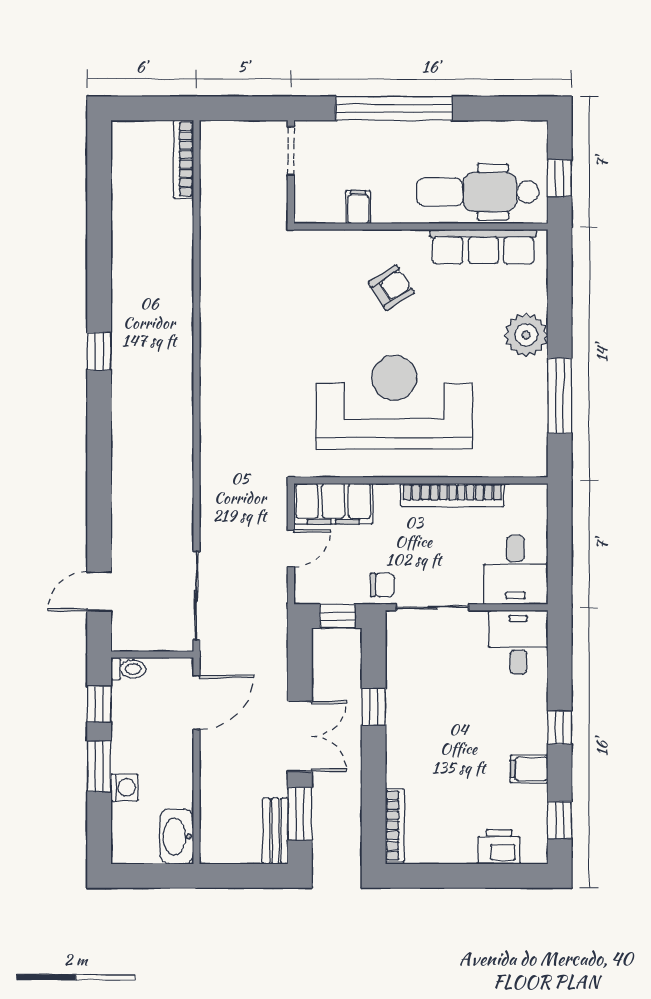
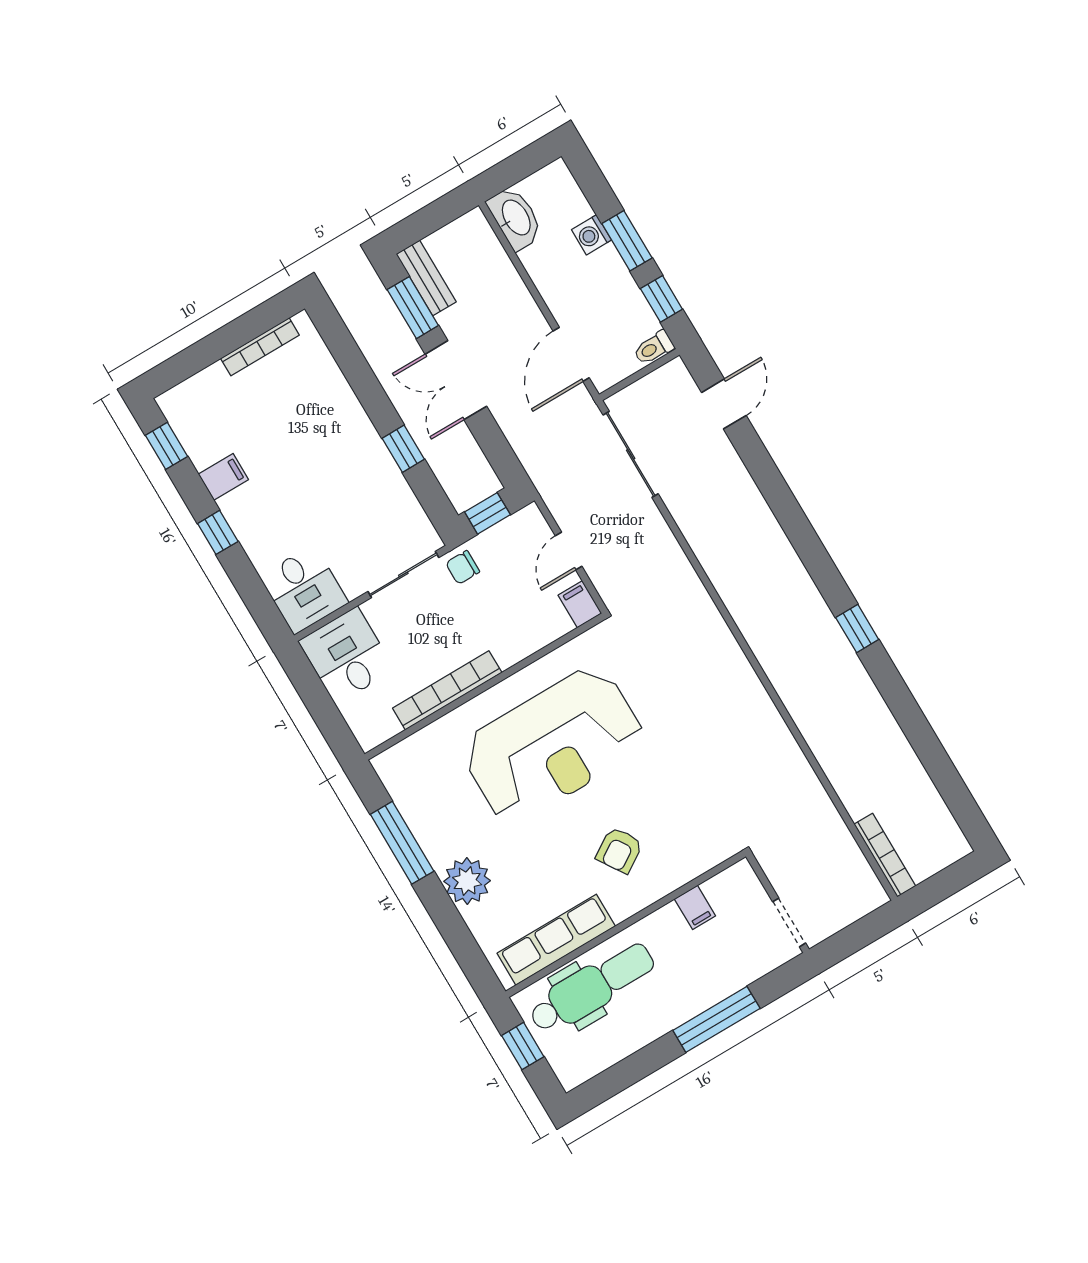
window: (394, 108) -> (716, 1019), width x0.68
filing cabinet: (333, 504) -> (580, 604), width x0.33, depth x0.86
bookcase: (395, 825) -> (260, 347), moved, turned -90
printer: (499, 847) -> (208, 387), removed

